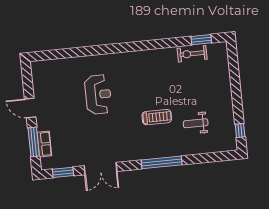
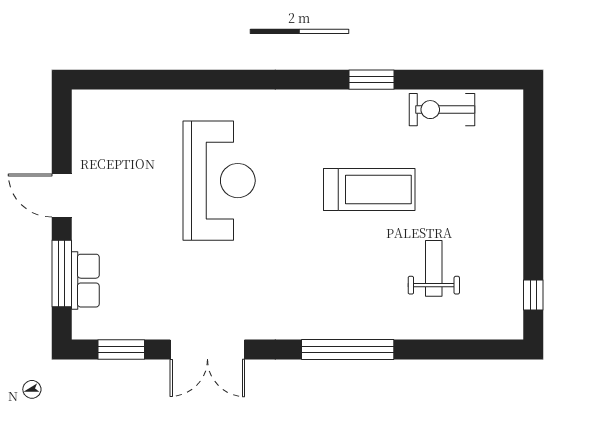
window: (201, 40) -> (372, 80), moved
reception desk: (98, 94) -> (219, 181), width x1.36, depth x1.30
treadmill: (157, 117) -> (369, 189), moved, width x1.37, depth x1.38
weight bench: (196, 123) -> (434, 268), turned 90

